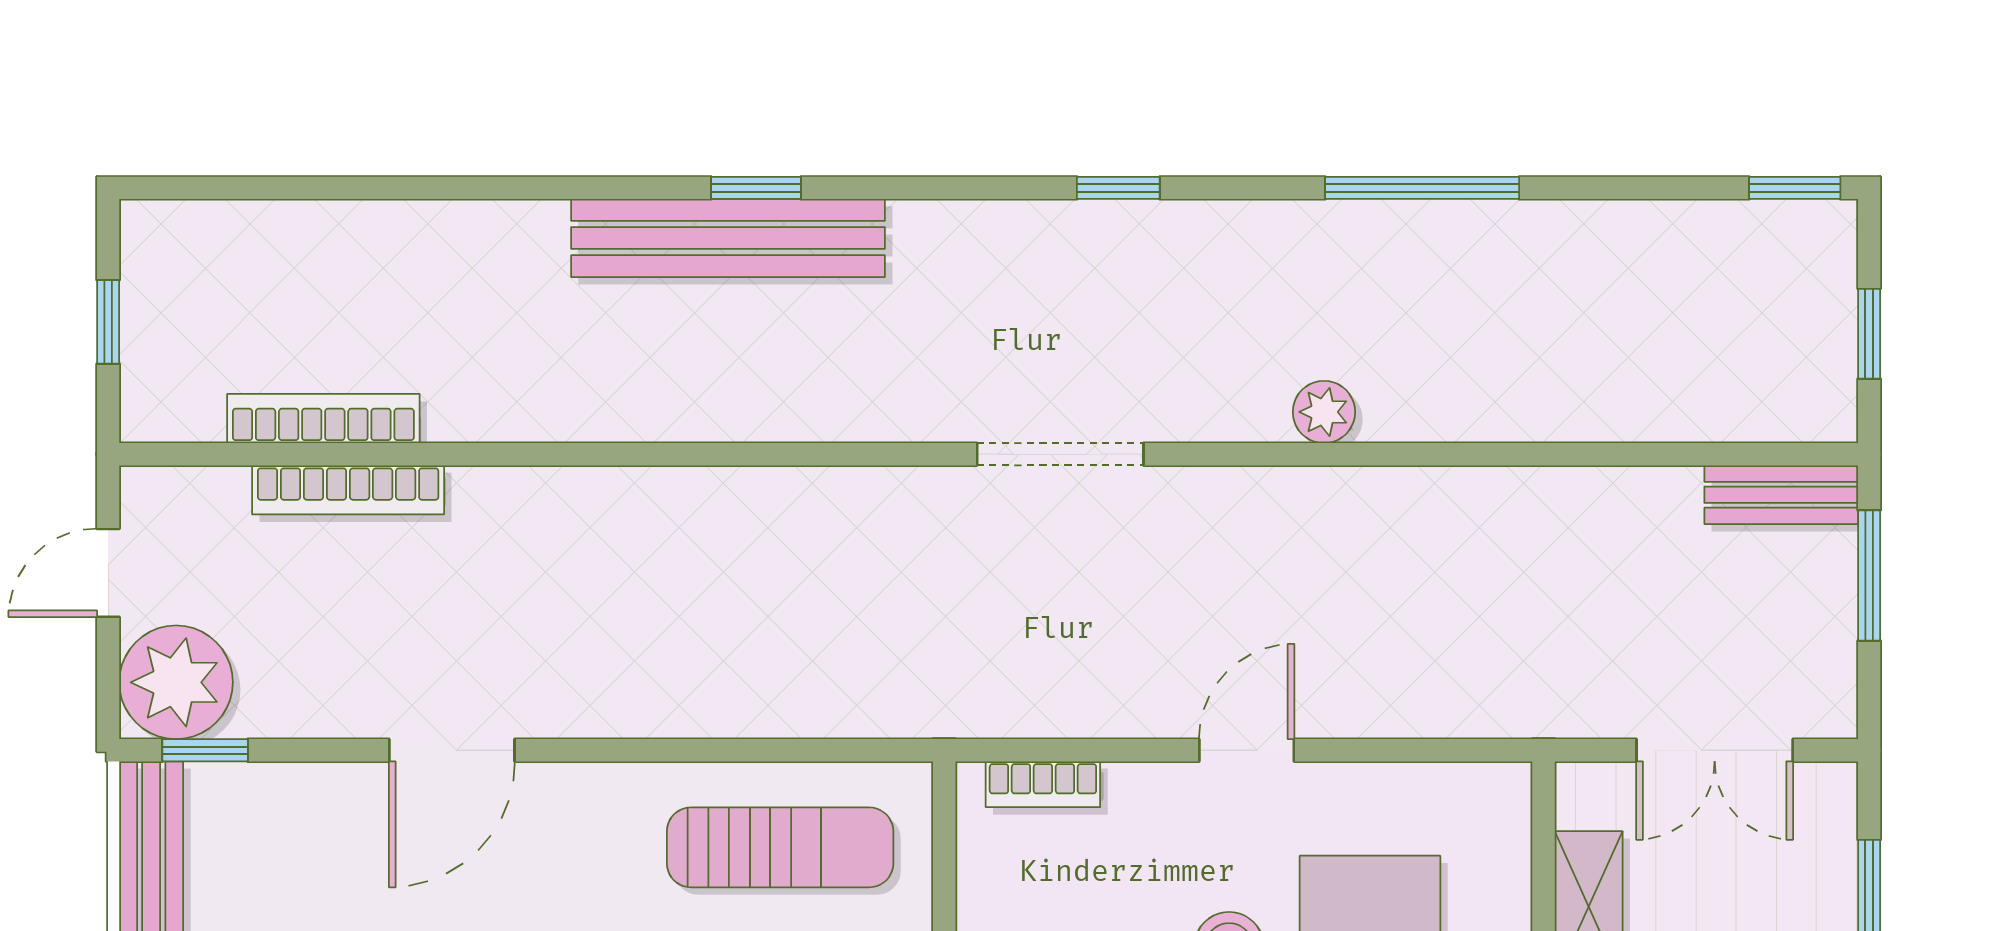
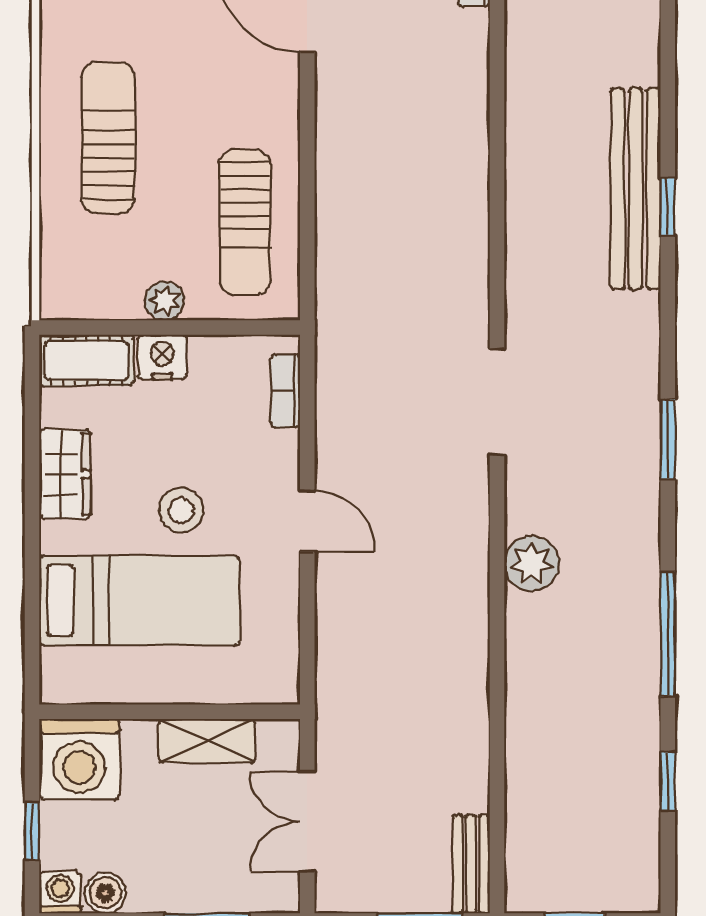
window: (1118, 188) -> (668, 439), width x1.50
window: (1795, 188) -> (668, 781), moved
plant: (1324, 412) -> (532, 563), width x1.38, depth x1.38

